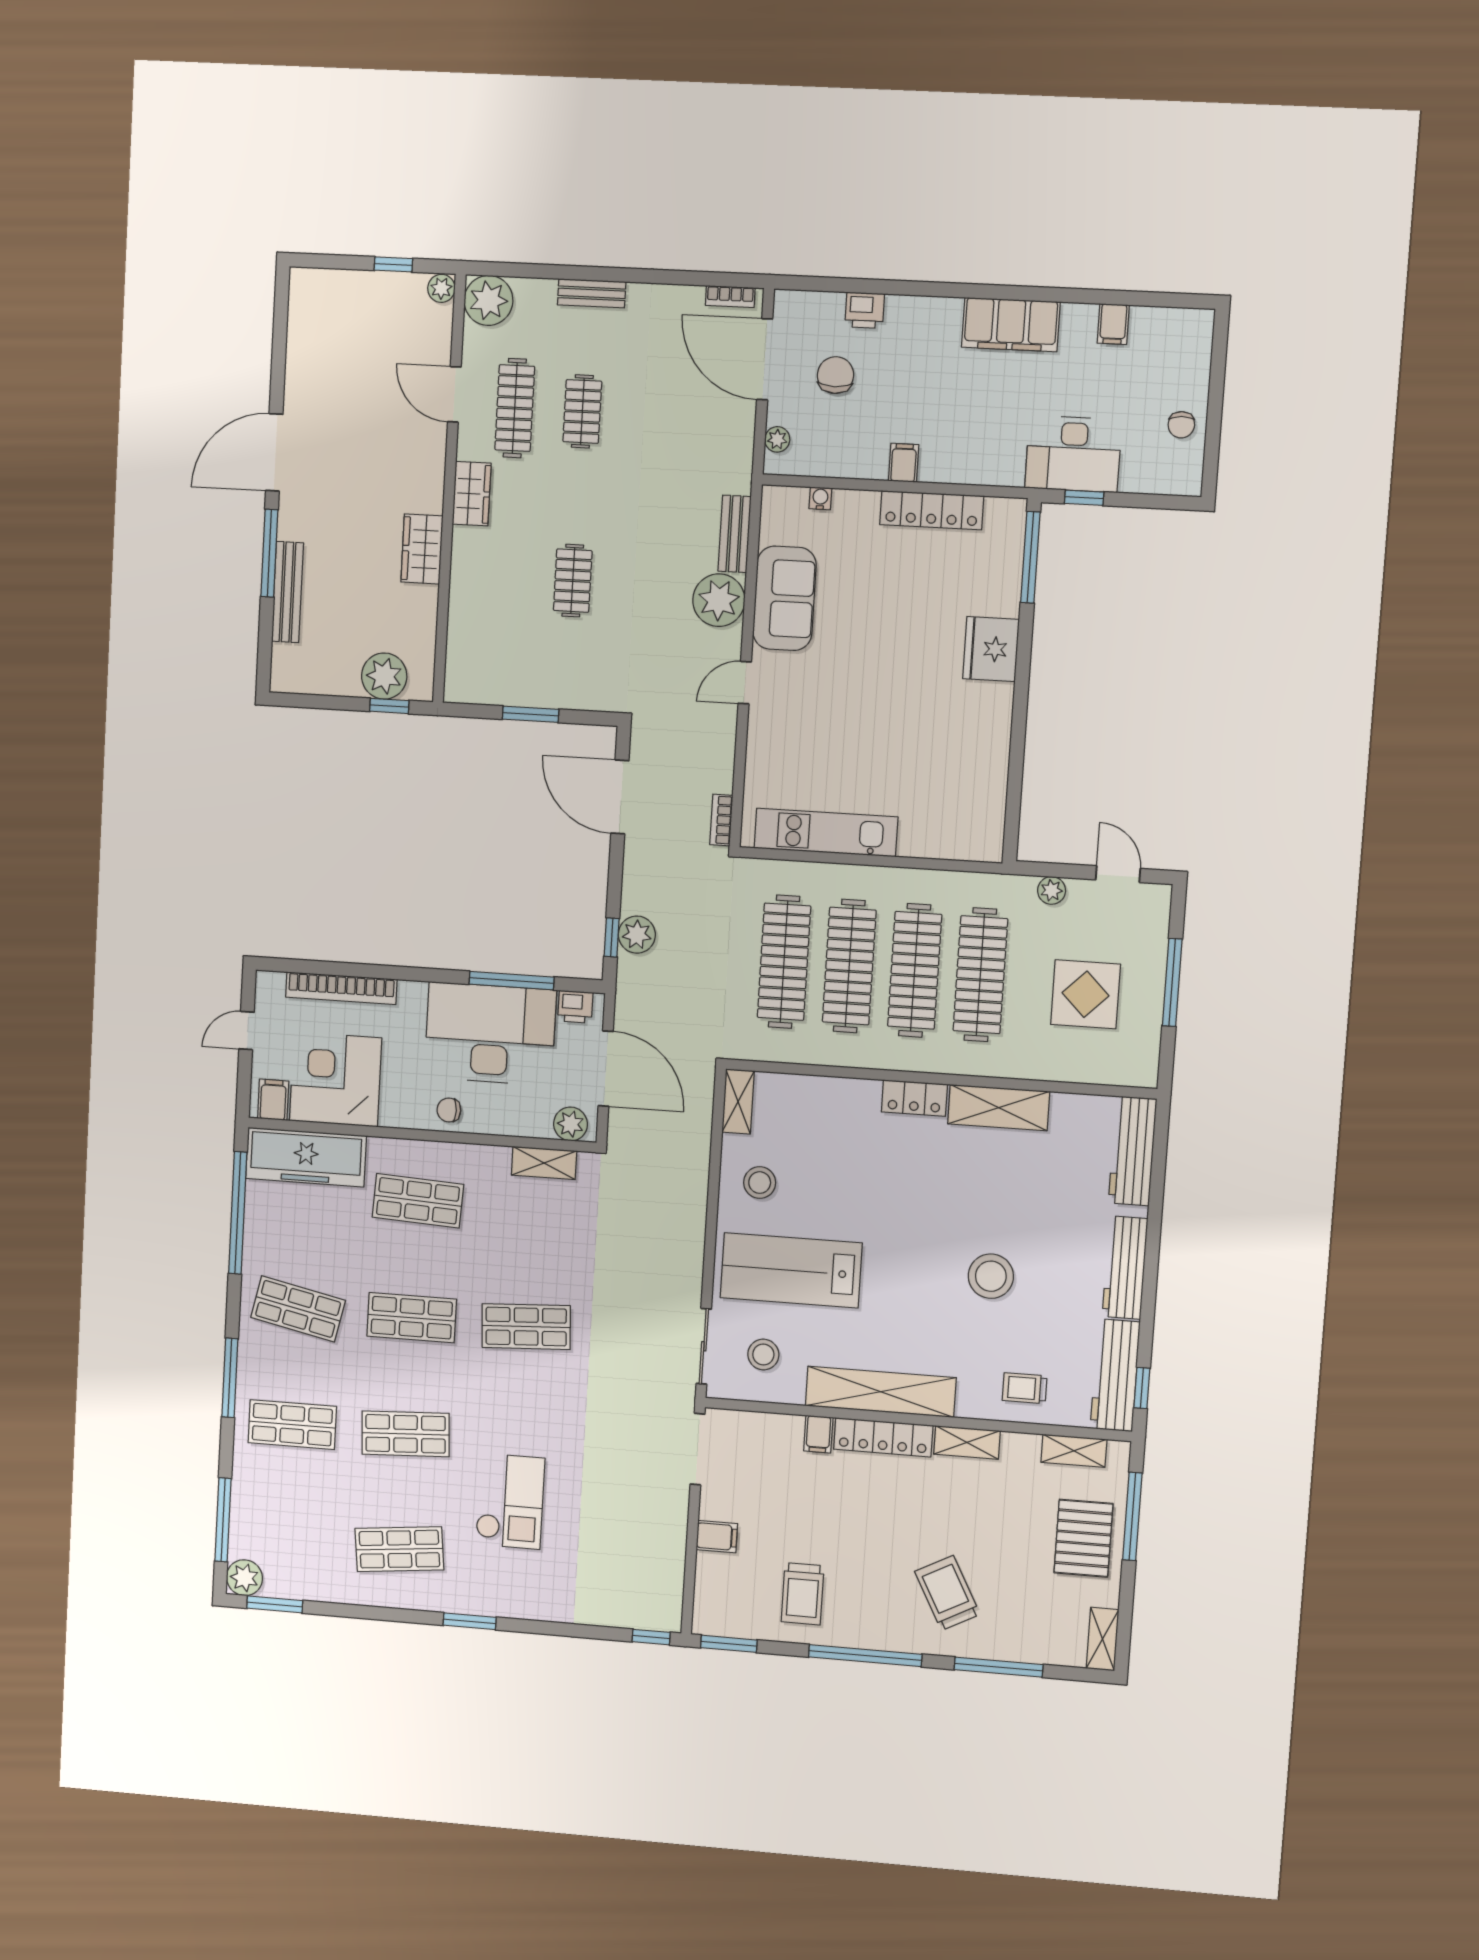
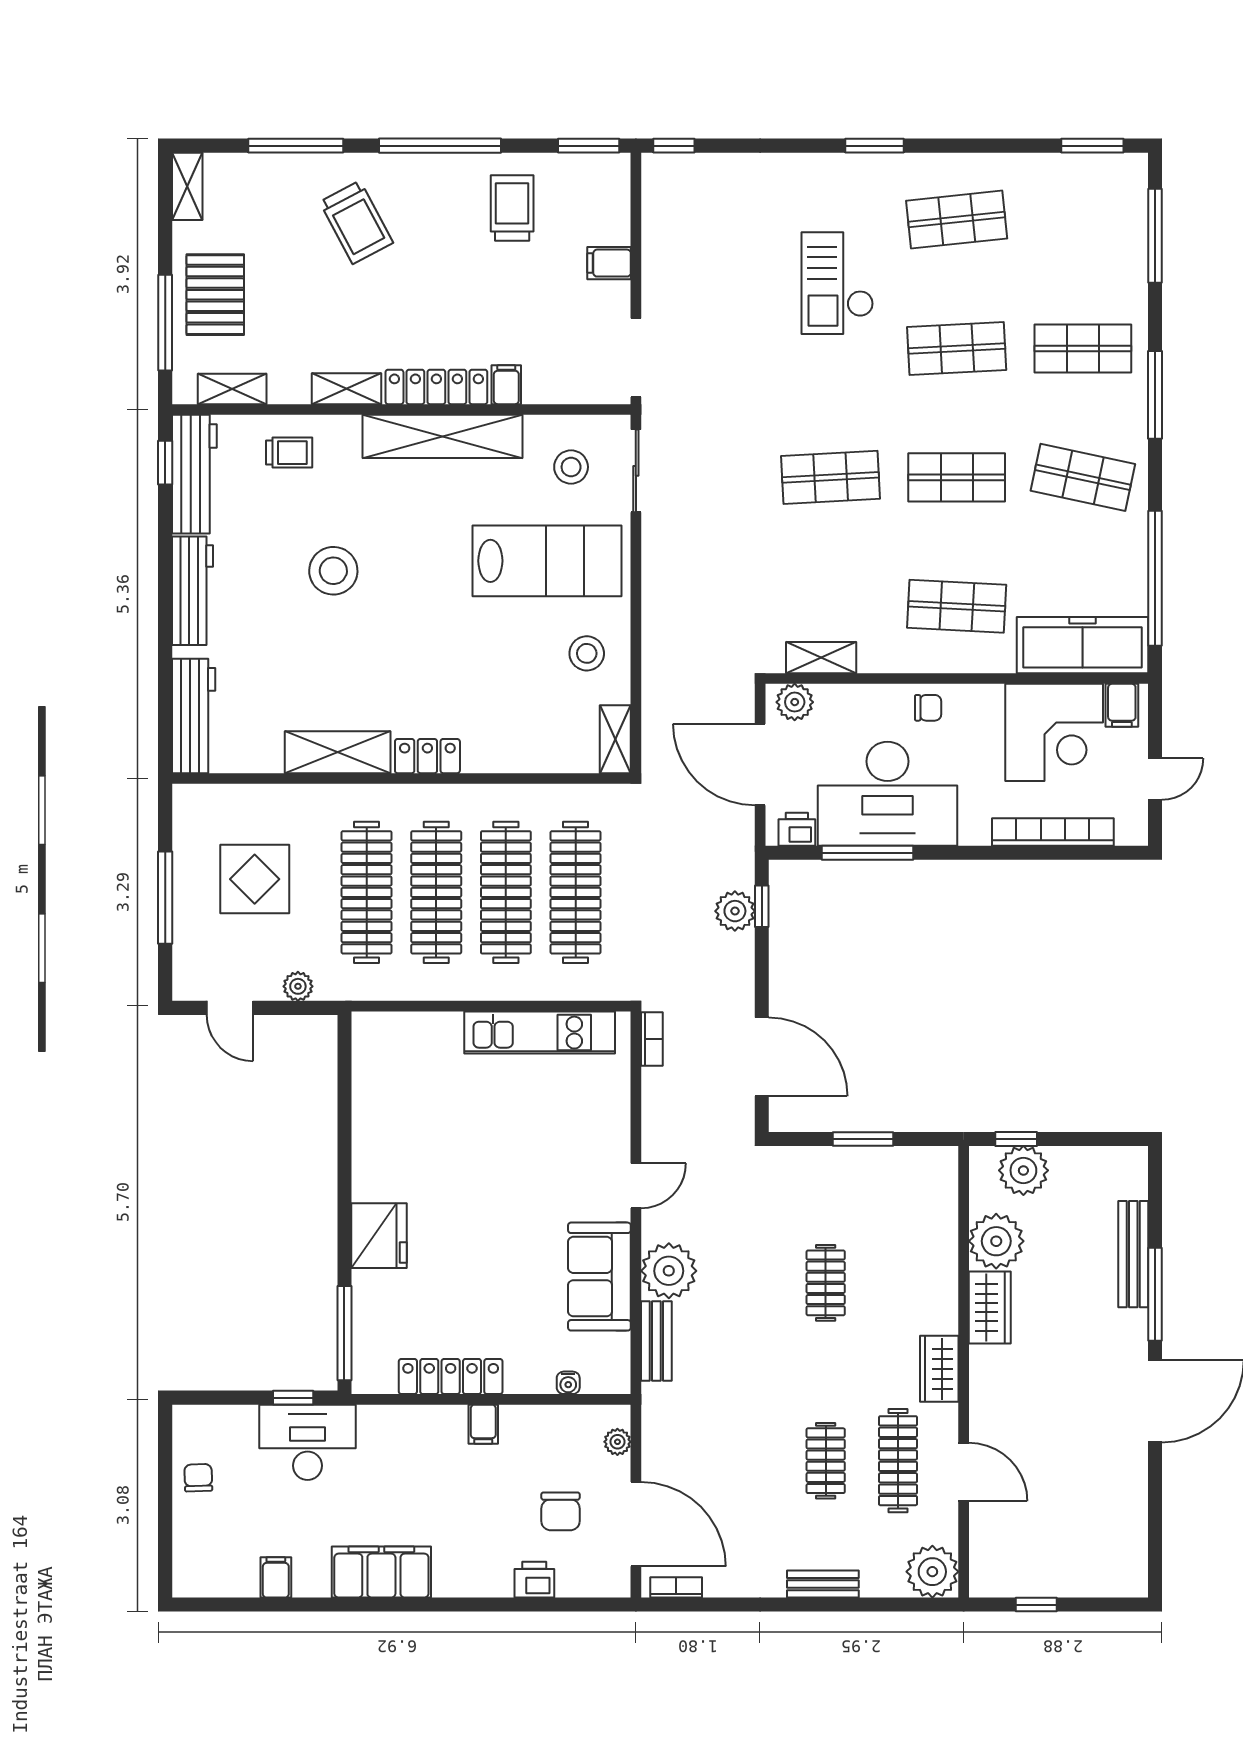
plant: (441, 288) -> (996, 1241), moved, width x1.88, depth x1.88
plant: (244, 1578) -> (1128, 173), removed

